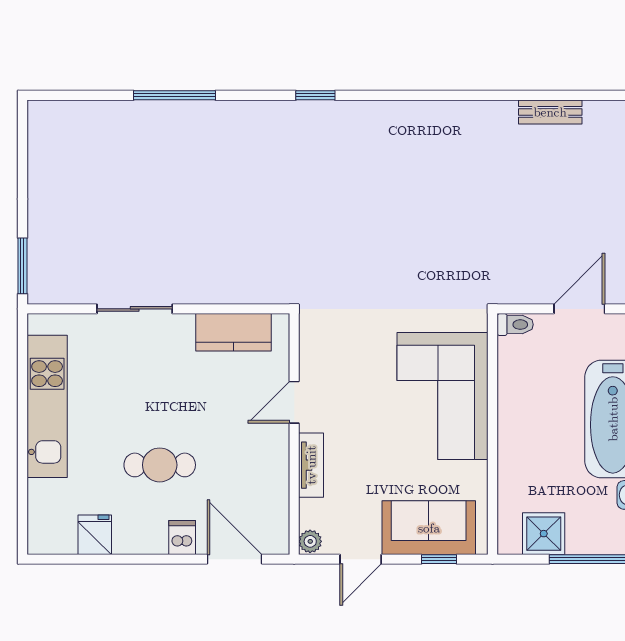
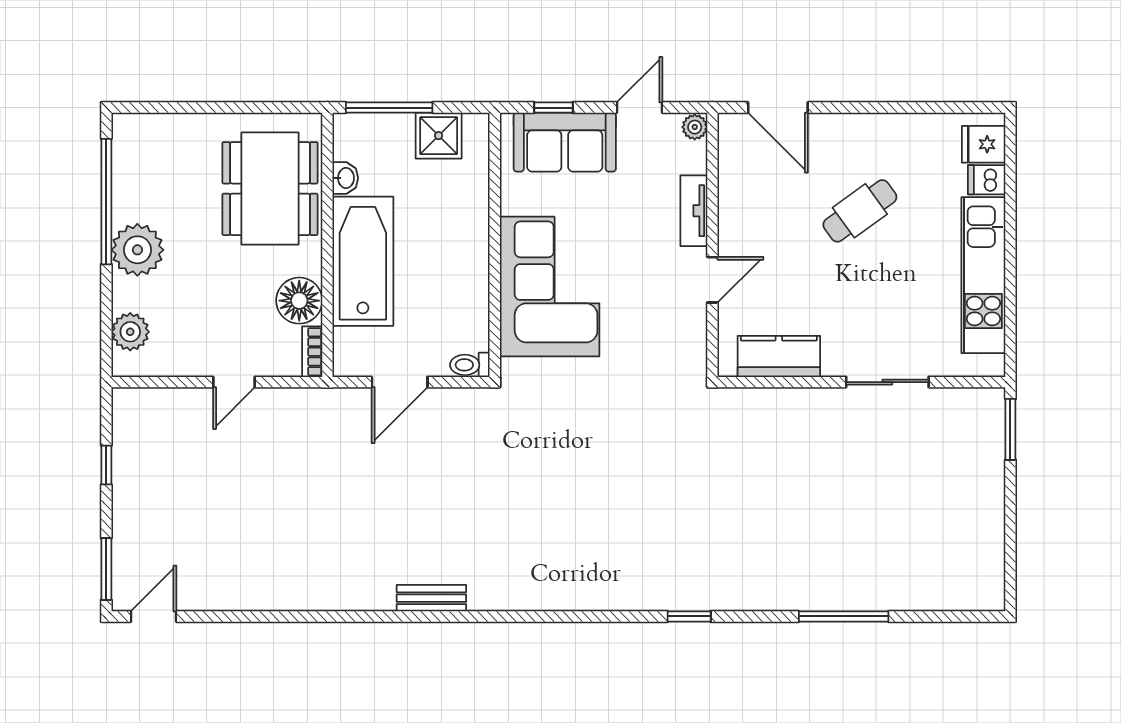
cafe table: (160, 465) -> (860, 211), turned -36
fridge: (95, 535) -> (984, 144), moved, turned 90
dishwasher: (182, 537) -> (987, 180), moved, turned 90

